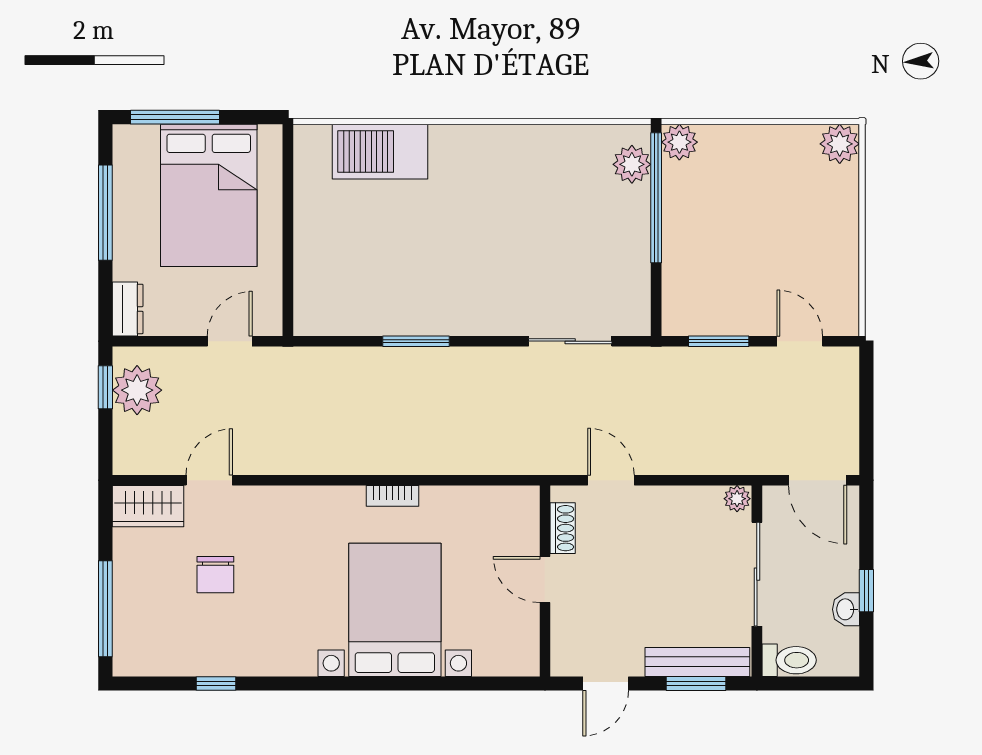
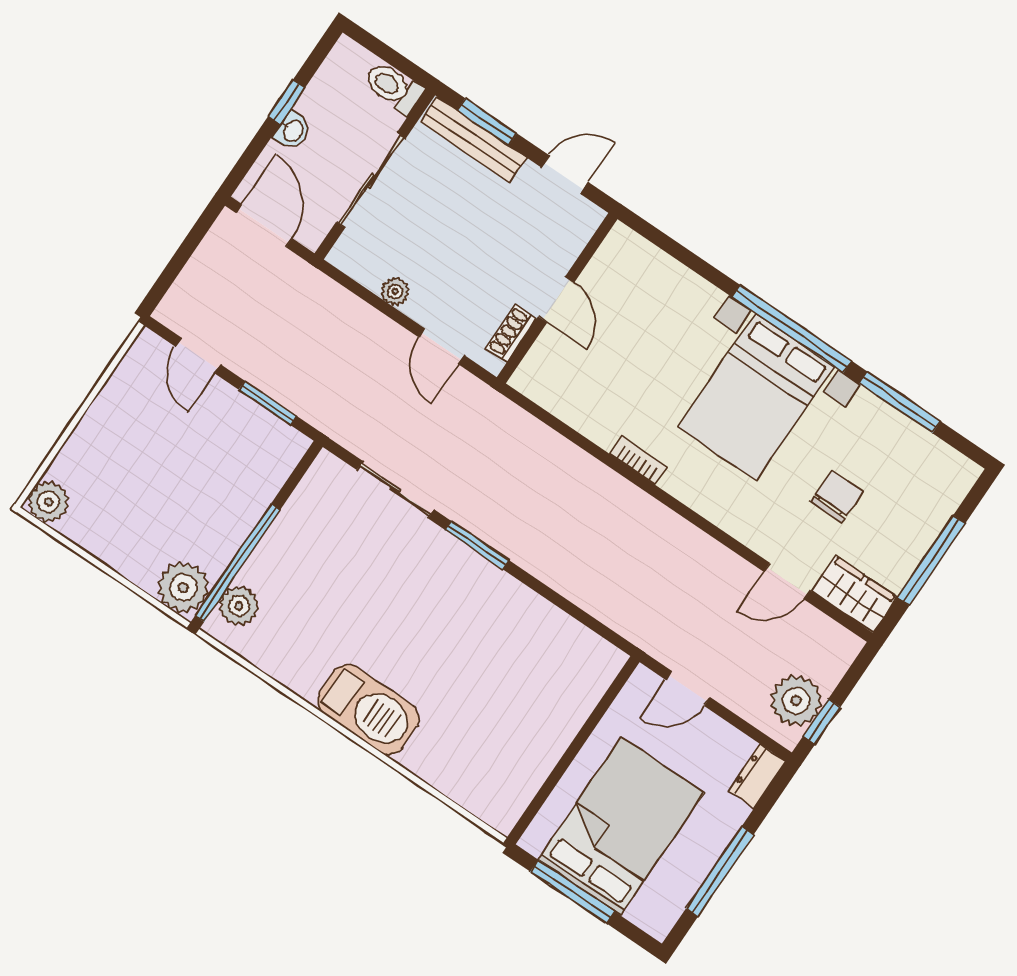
window: (175, 117) -> (573, 892), moved
plant: (679, 142) -> (183, 587), width x1.36, depth x1.36
barbecue: (380, 152) -> (368, 710), moved
window: (416, 341) -> (477, 545), moved
plant: (737, 499) -> (395, 292), moved
window: (105, 609) -> (931, 560), moved
washbasin: (846, 609) -> (293, 131), moved
bed with nightstands: (395, 610) -> (756, 397), moved
window: (216, 684) -> (900, 402), width x2.17
window: (342, 684) -> (792, 329), added

